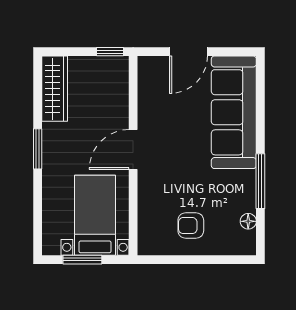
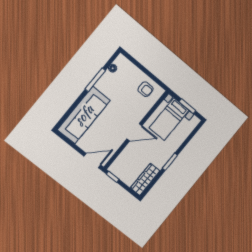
door: (189, 52) -> (92, 160), moved
armchair: (191, 226) -> (146, 89), moved

